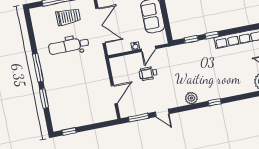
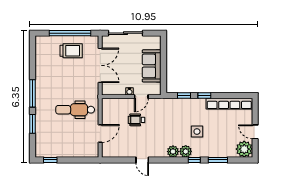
dental chair: (69, 46) -> (75, 110), moved
side table: (212, 73) -> (197, 132), added
plant: (204, 95) -> (186, 151), added
window: (139, 118) -> (218, 160), moved

